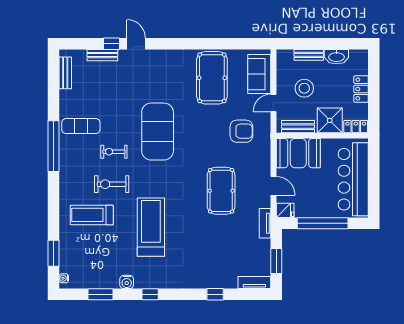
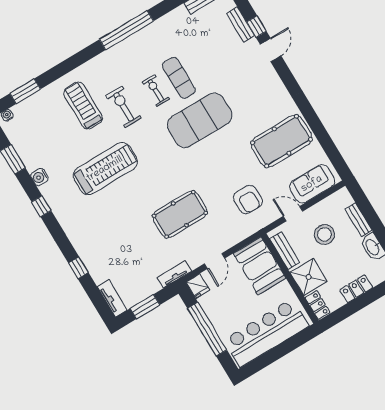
exercise mat: (81, 126) -> (179, 78), moved

